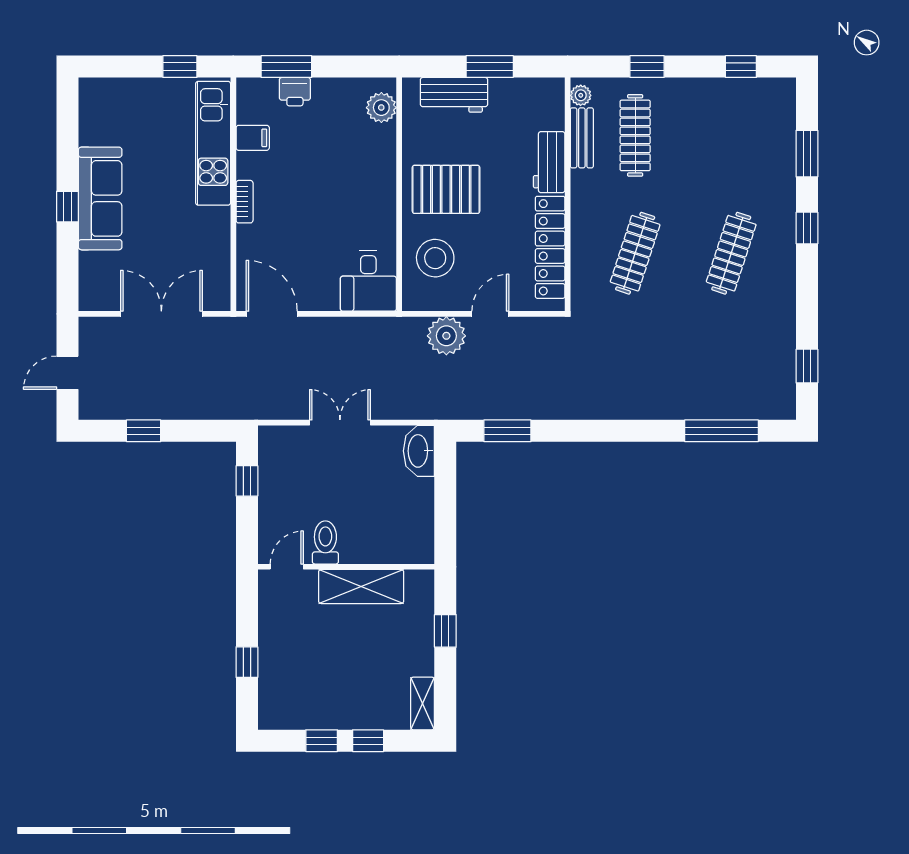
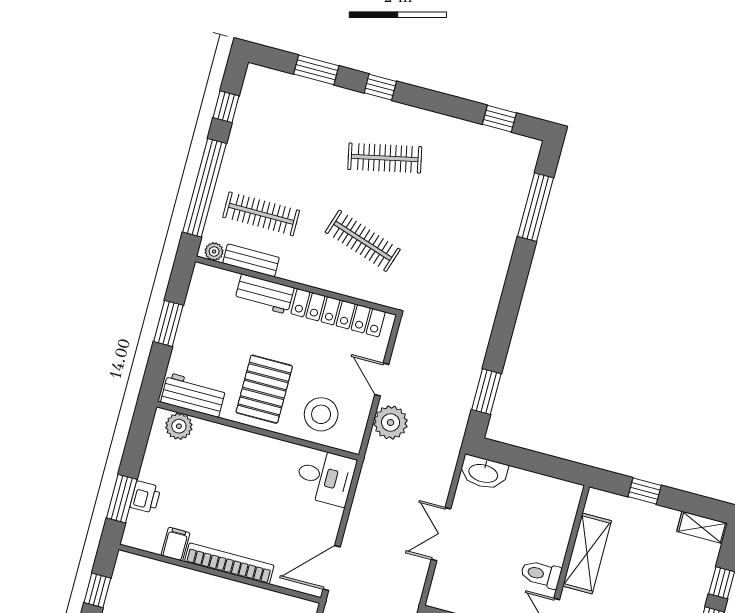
window: (647, 67) -> (205, 188), width x3.17
workbench: (454, 95) -> (193, 395), moved, turned -90
kitchen unit: (213, 143) -> (171, 579), removed
bookcase: (245, 202) -> (229, 563), width x2.31, depth x1.31
clothes rail: (731, 253) -> (385, 158), turned -30

